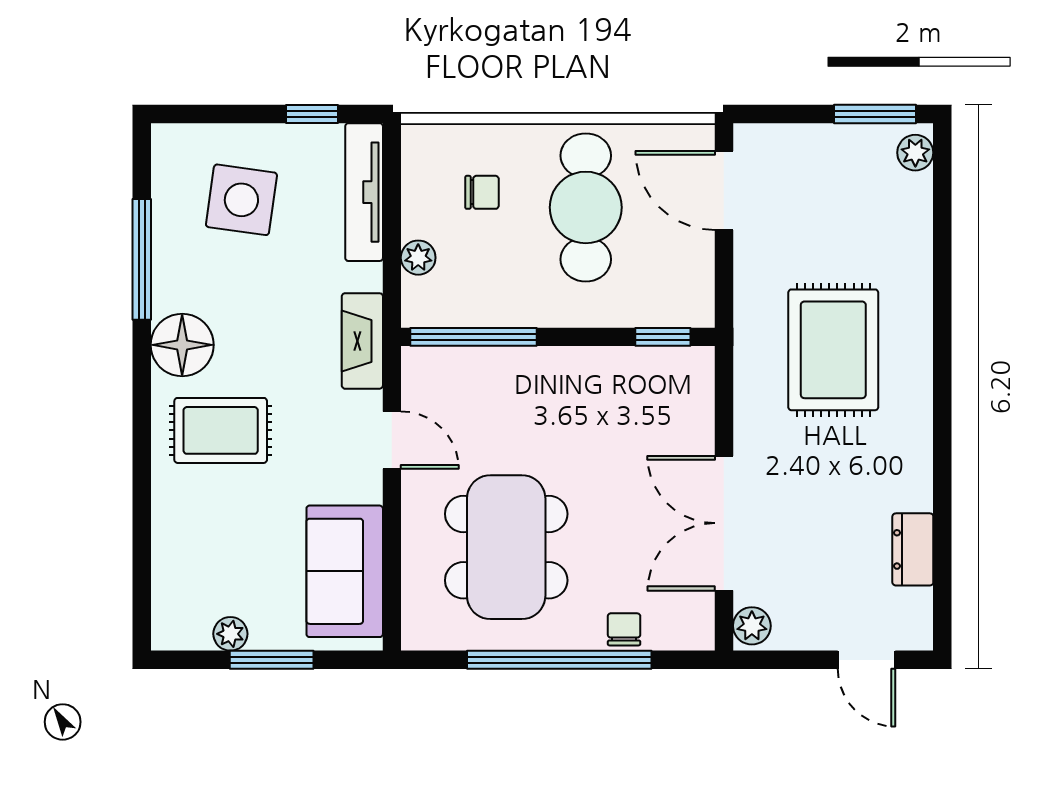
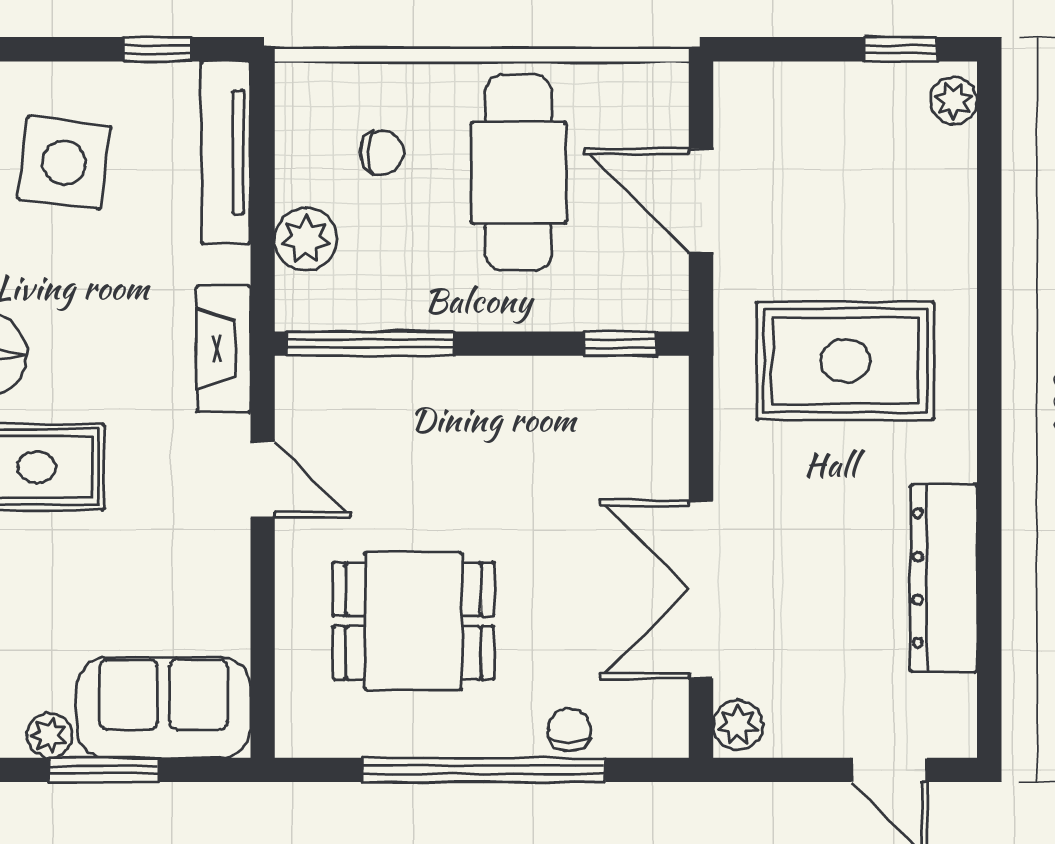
window: (875, 114) -> (900, 49), width x0.67
door: (724, 191) -> (701, 201), moved
plant: (418, 258) -> (306, 239), width x1.38, depth x1.38
rug: (833, 350) -> (845, 361), turned 90
dining table: (506, 547) -> (413, 621), width x0.73
dresser: (913, 549) -> (944, 578), width x1.96, depth x1.24
sofa: (345, 571) -> (164, 708), moved, turned 90

